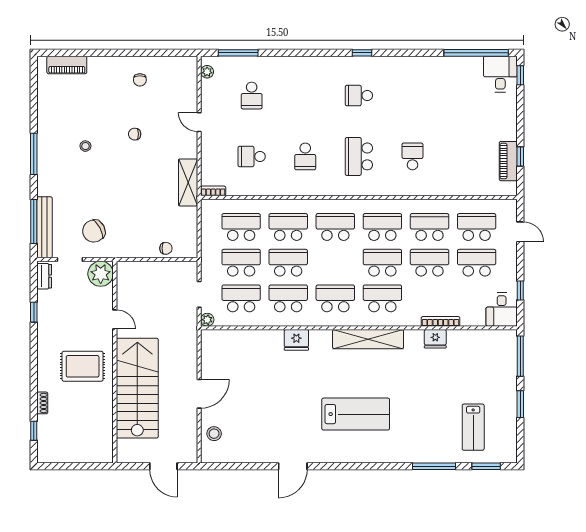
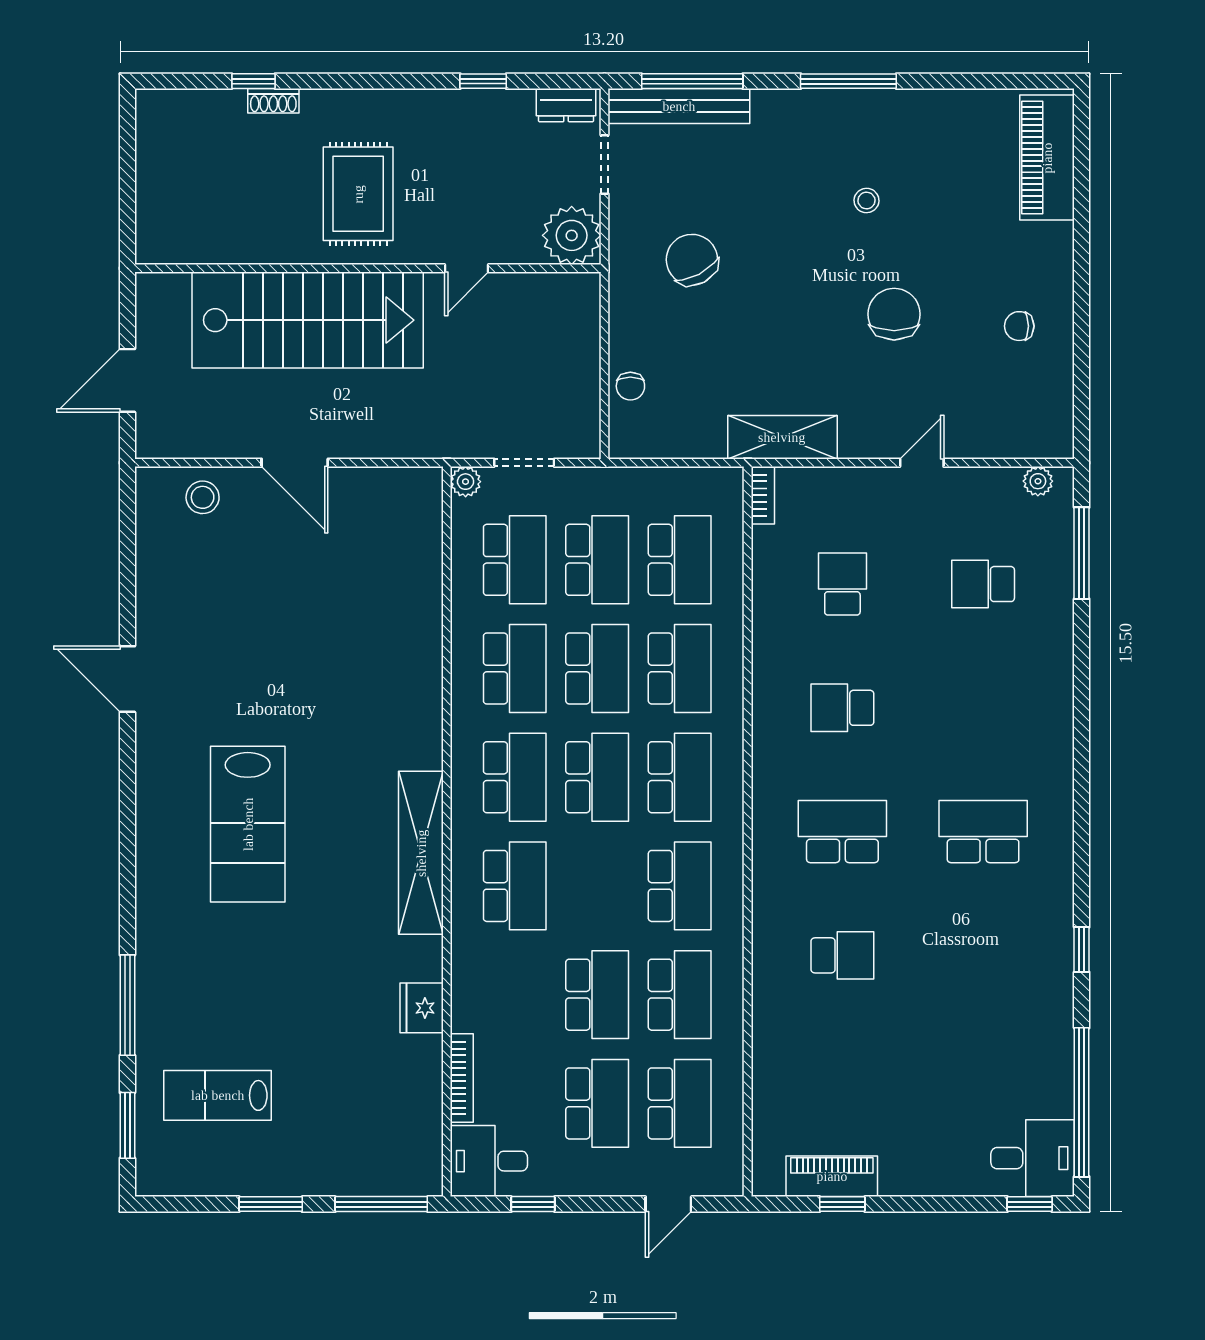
window: (362, 53) -> (1082, 950), moved
piano: (67, 65) -> (1047, 158), width x1.37, depth x1.33
school desk: (359, 96) -> (983, 832), width x1.85
chair: (135, 134) -> (894, 314), width x1.87, depth x1.87
chair: (94, 231) -> (692, 260), moved
school desk: (382, 263) -> (597, 777), moved
bookcase: (441, 321) -> (462, 1078), moved
fridge: (296, 340) -> (419, 687), removed
window: (34, 431) -> (253, 81), moved

